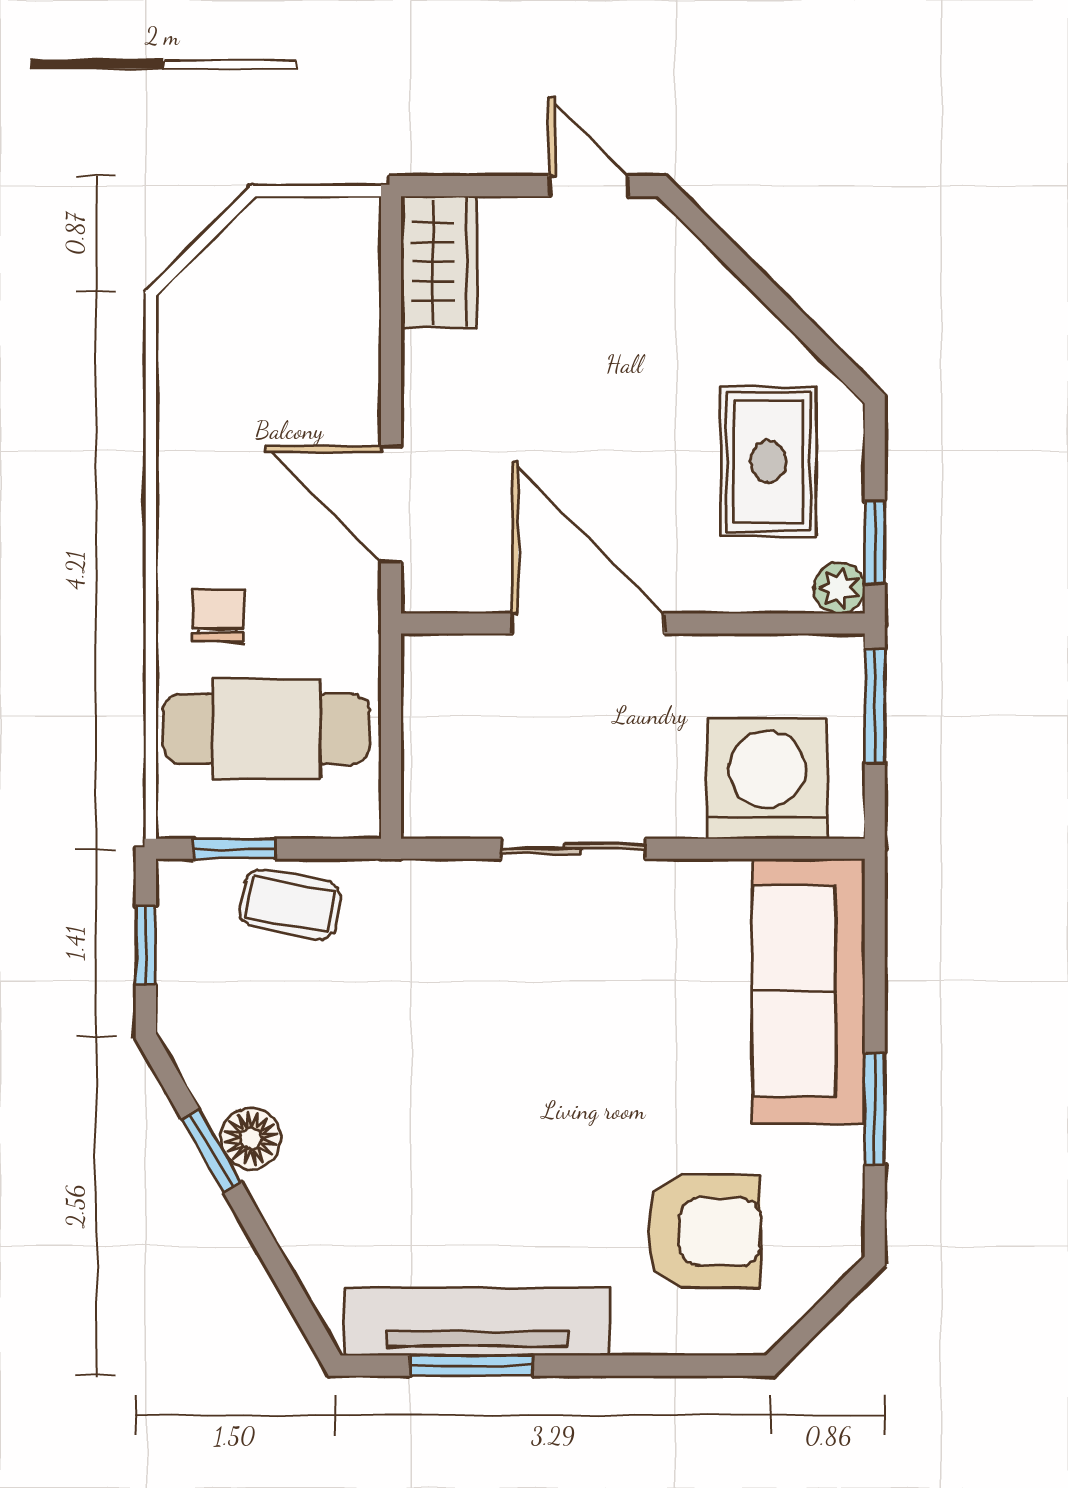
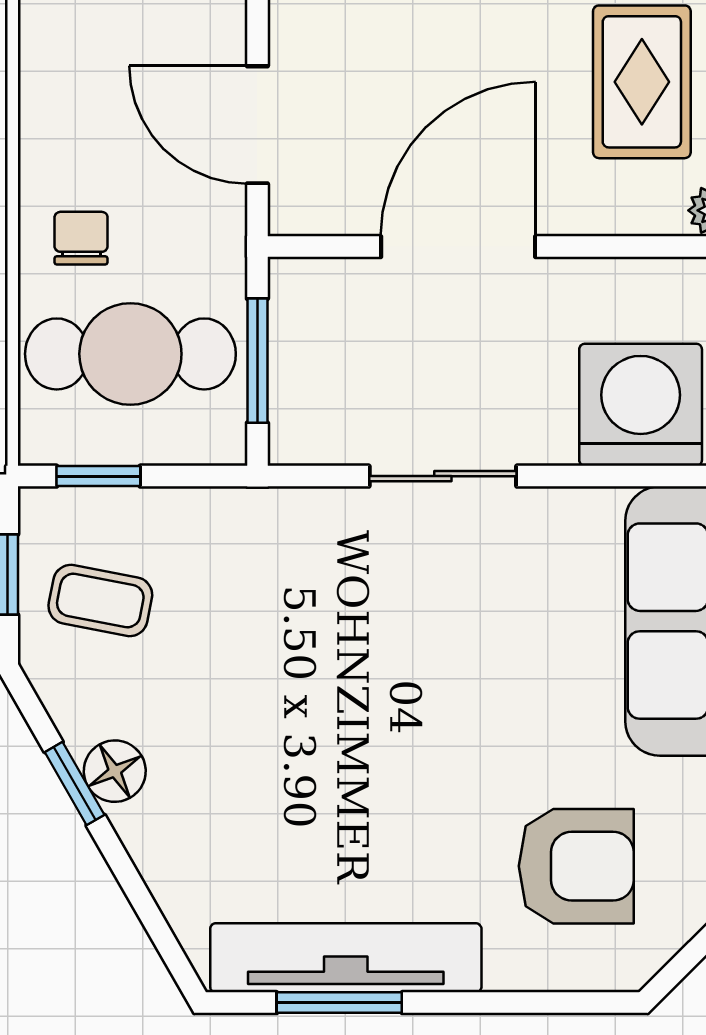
door: (588, 623) -> (458, 247), hinge flipped
window: (391, 735) -> (257, 361), added
coffee table: (290, 904) -> (100, 600), moved

